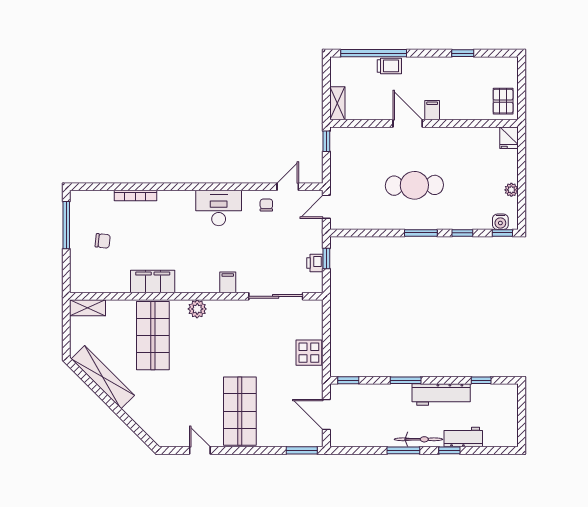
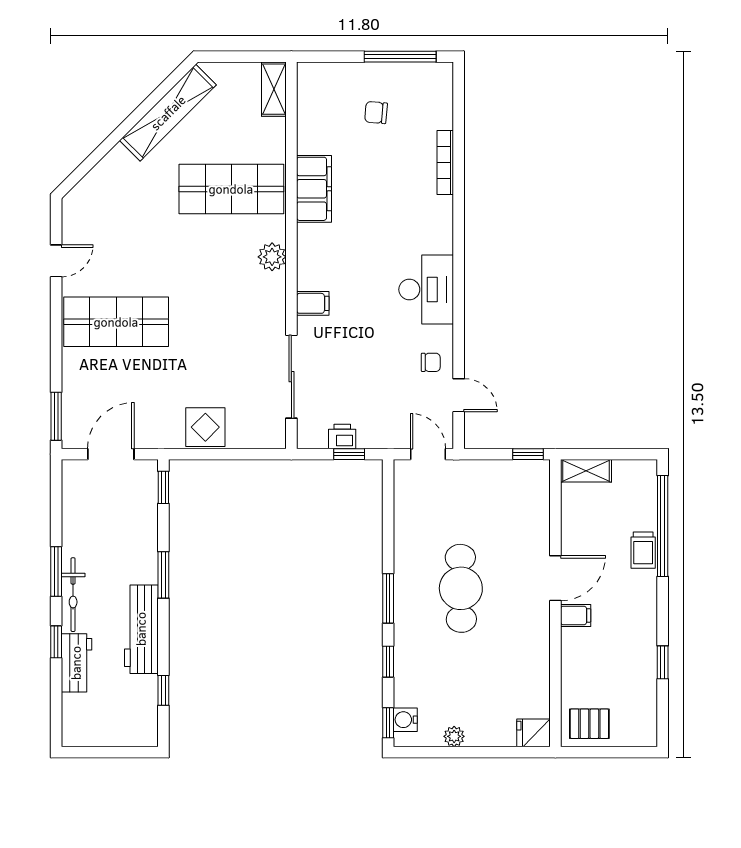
chair: (103, 241) -> (376, 112), turned 89

